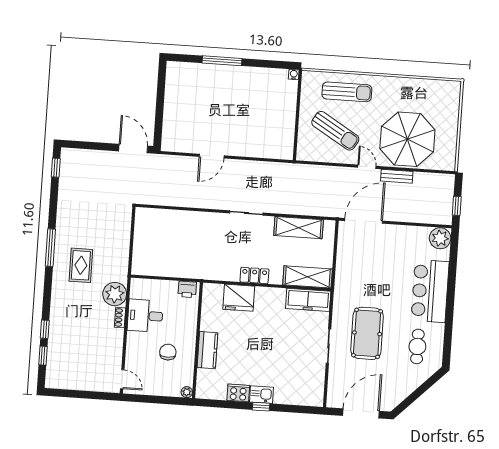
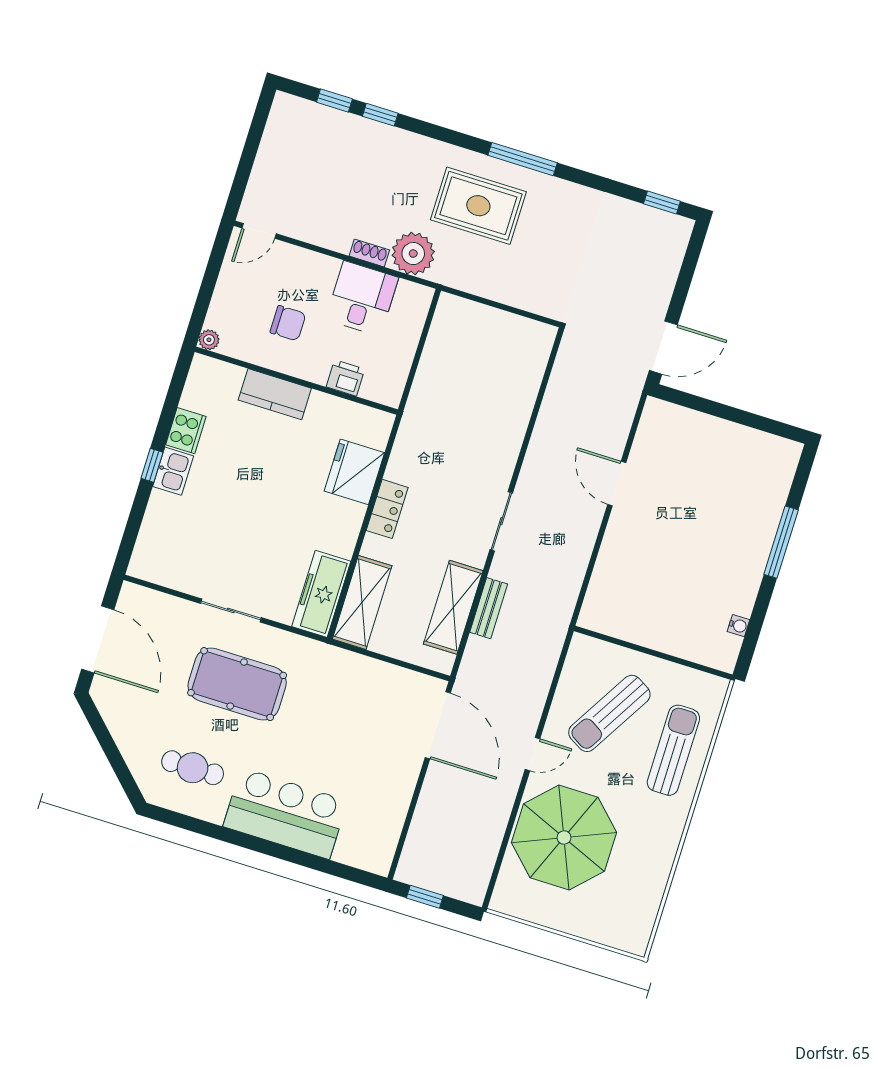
water cooler: (294, 74) -> (738, 626), moved
sun lounger: (347, 92) -> (673, 750), turned 180
bench: (397, 176) -> (489, 608), moved
plant: (440, 238) -> (375, 854), removed
rug: (81, 265) -> (478, 206), width x1.36, depth x1.43
printer: (187, 289) -> (346, 378), moved, turned 90

